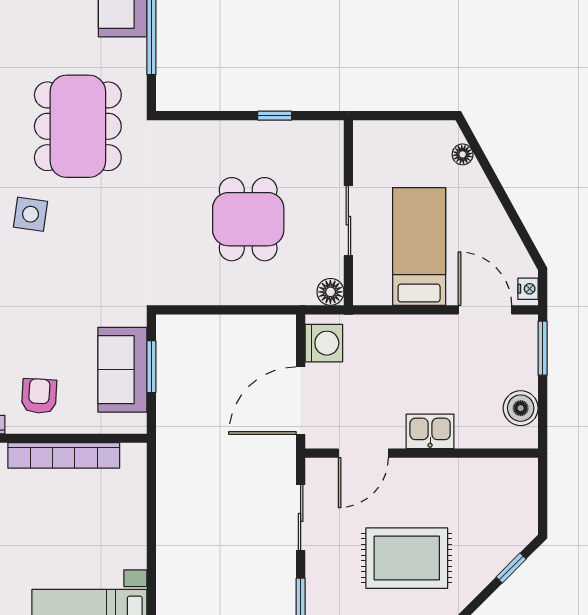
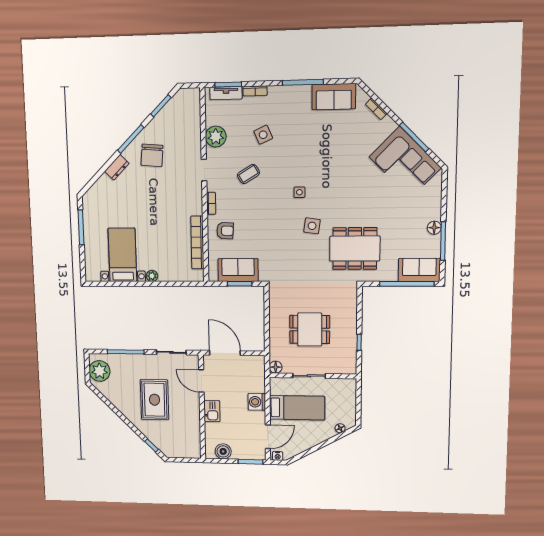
washing machine: (324, 343) -> (257, 402), moved, turned 90
plant: (134, 555) -> (152, 276), added

